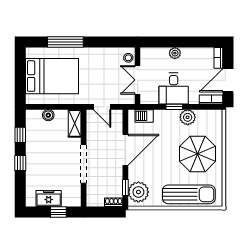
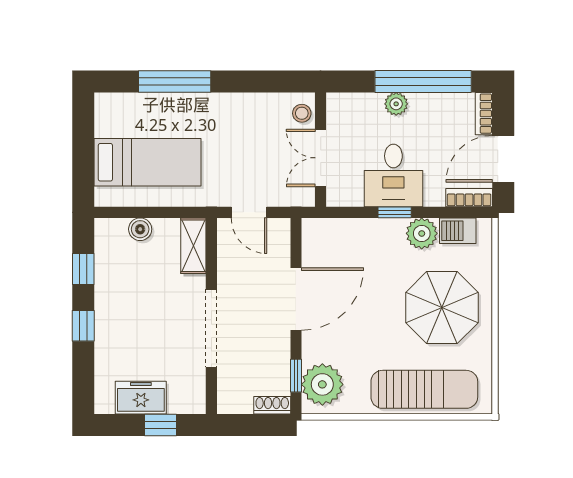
window: (188, 42) -> (423, 81), added
bed: (52, 76) -> (147, 162), width x0.67
barbecue: (144, 116) -> (458, 231), moved

